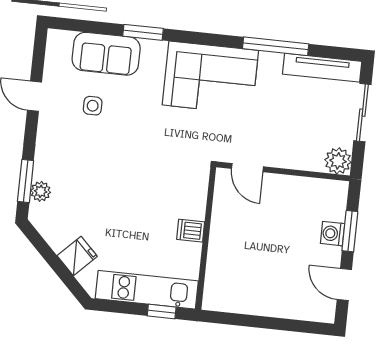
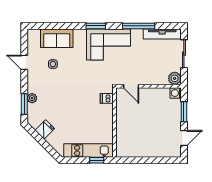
window: (143, 32) -> (96, 26), moved
plant: (41, 191) -> (32, 98), moved
dishwasher: (191, 231) -> (107, 98), moved
washing machine: (333, 234) -> (176, 93), moved
fridge: (77, 256) -> (45, 130), moved
door: (344, 285) -> (184, 138), swing flipped

